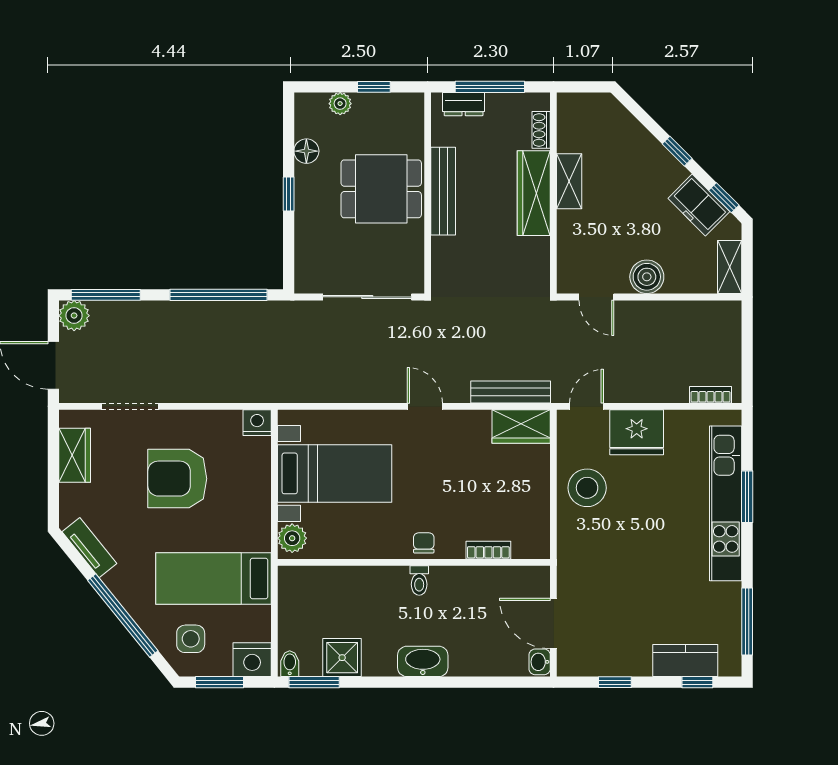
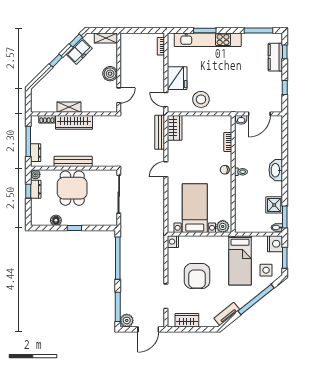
plant: (340, 104) -> (35, 174), moved
dresser: (379, 104) -> (36, 189), added
washbasin: (540, 662) -> (241, 120), moved

